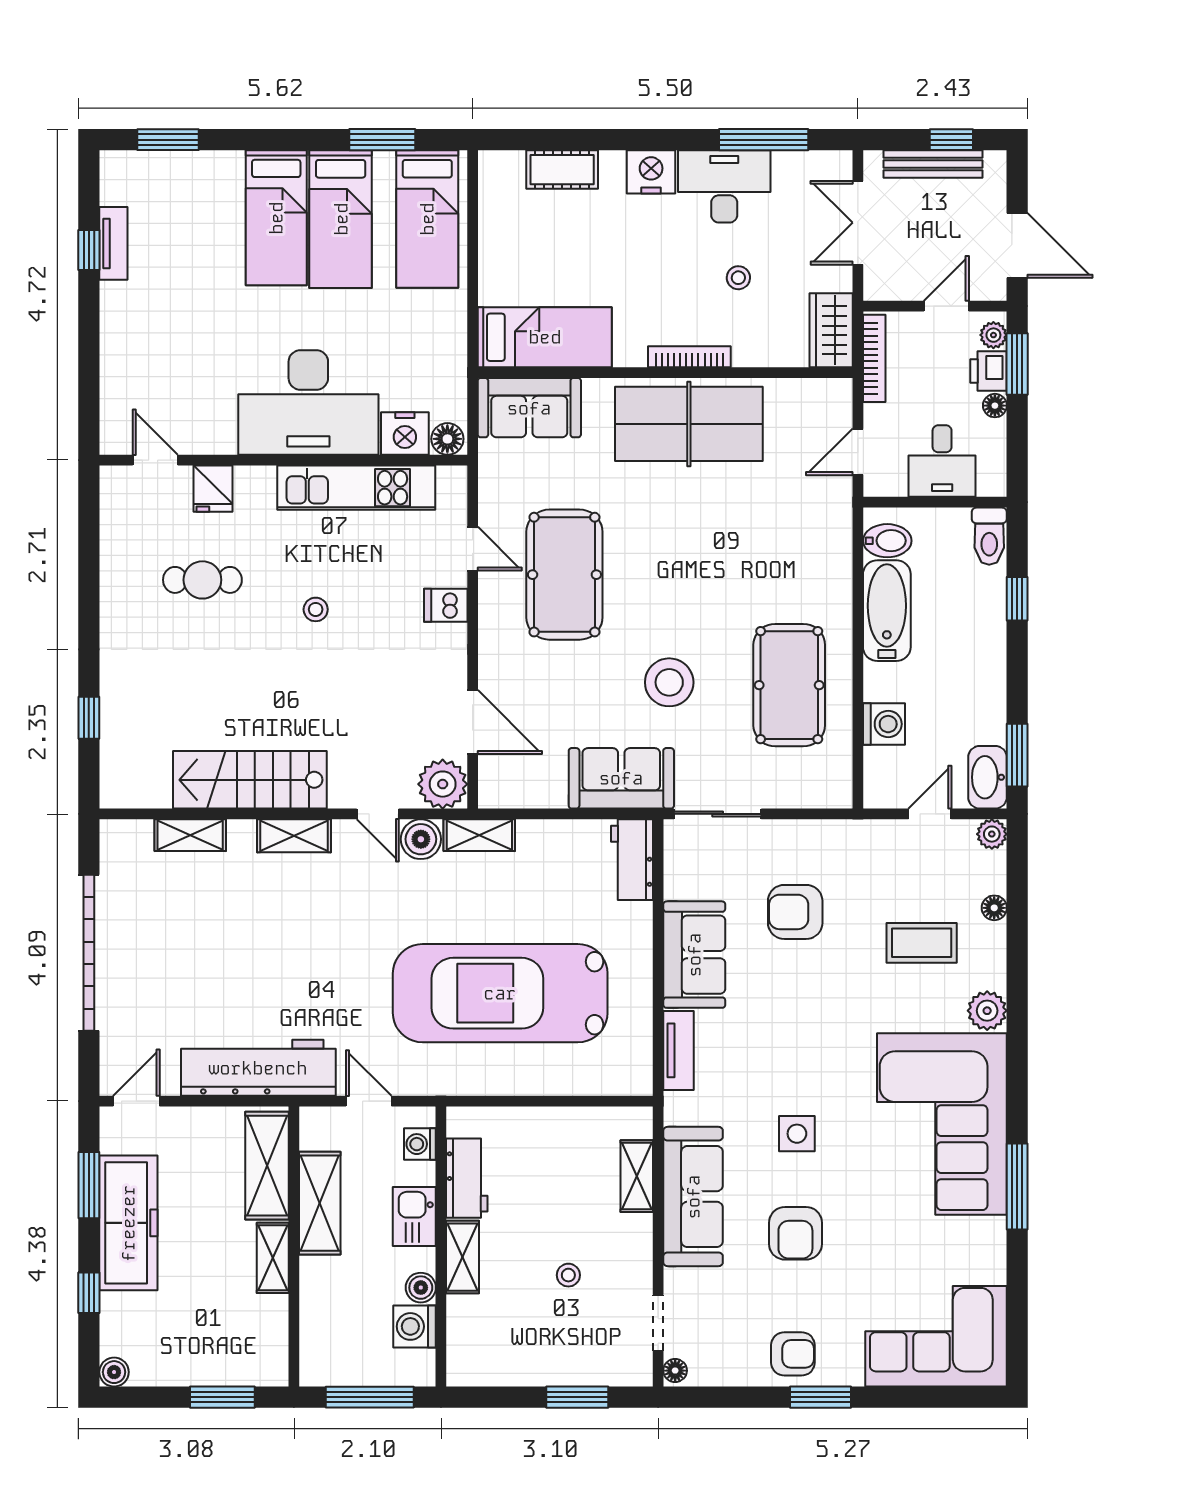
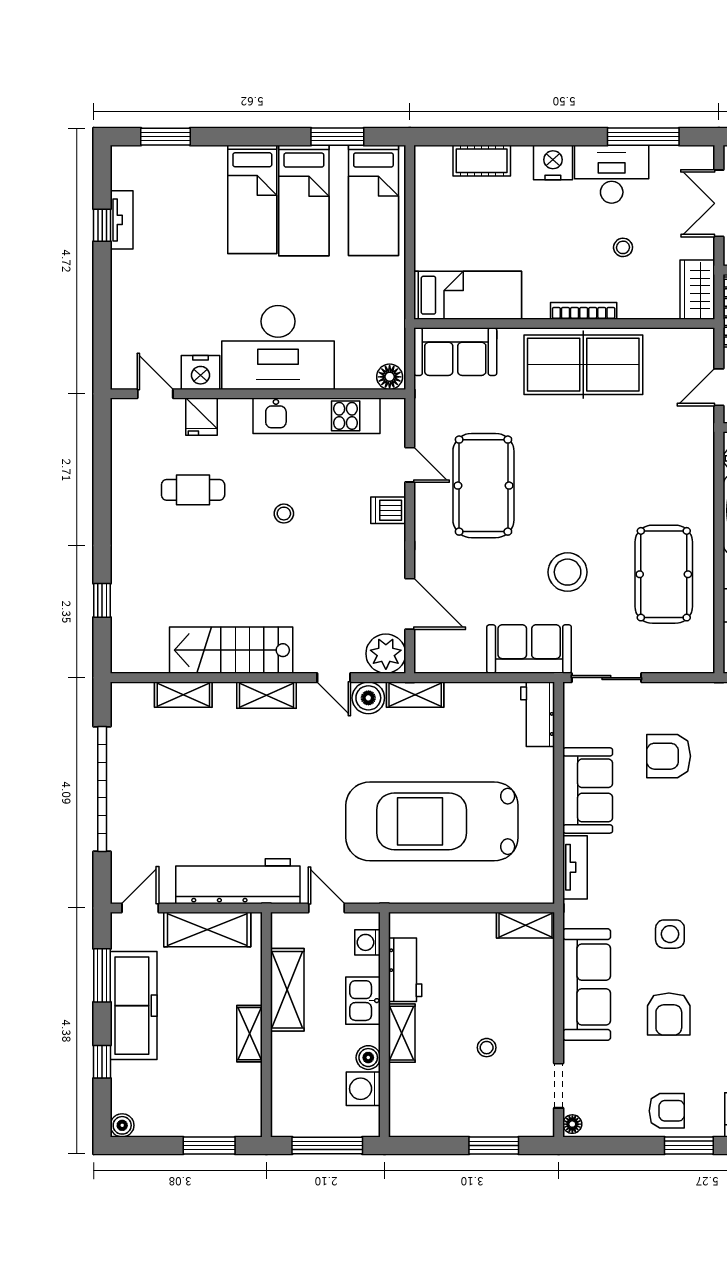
nightstand: (405, 434) -> (201, 372), moved
shelving: (267, 1166) -> (207, 930), moved, turned 90
shelving: (637, 1176) -> (526, 925), moved, turned 90

